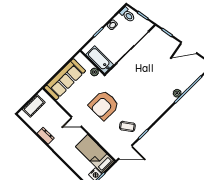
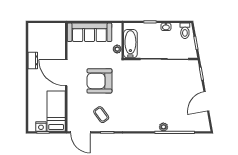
door: (189, 48) -> (206, 101), hinge flipped
cot: (34, 106) -> (46, 29), removed
door: (76, 122) -> (66, 73), width x1.87

